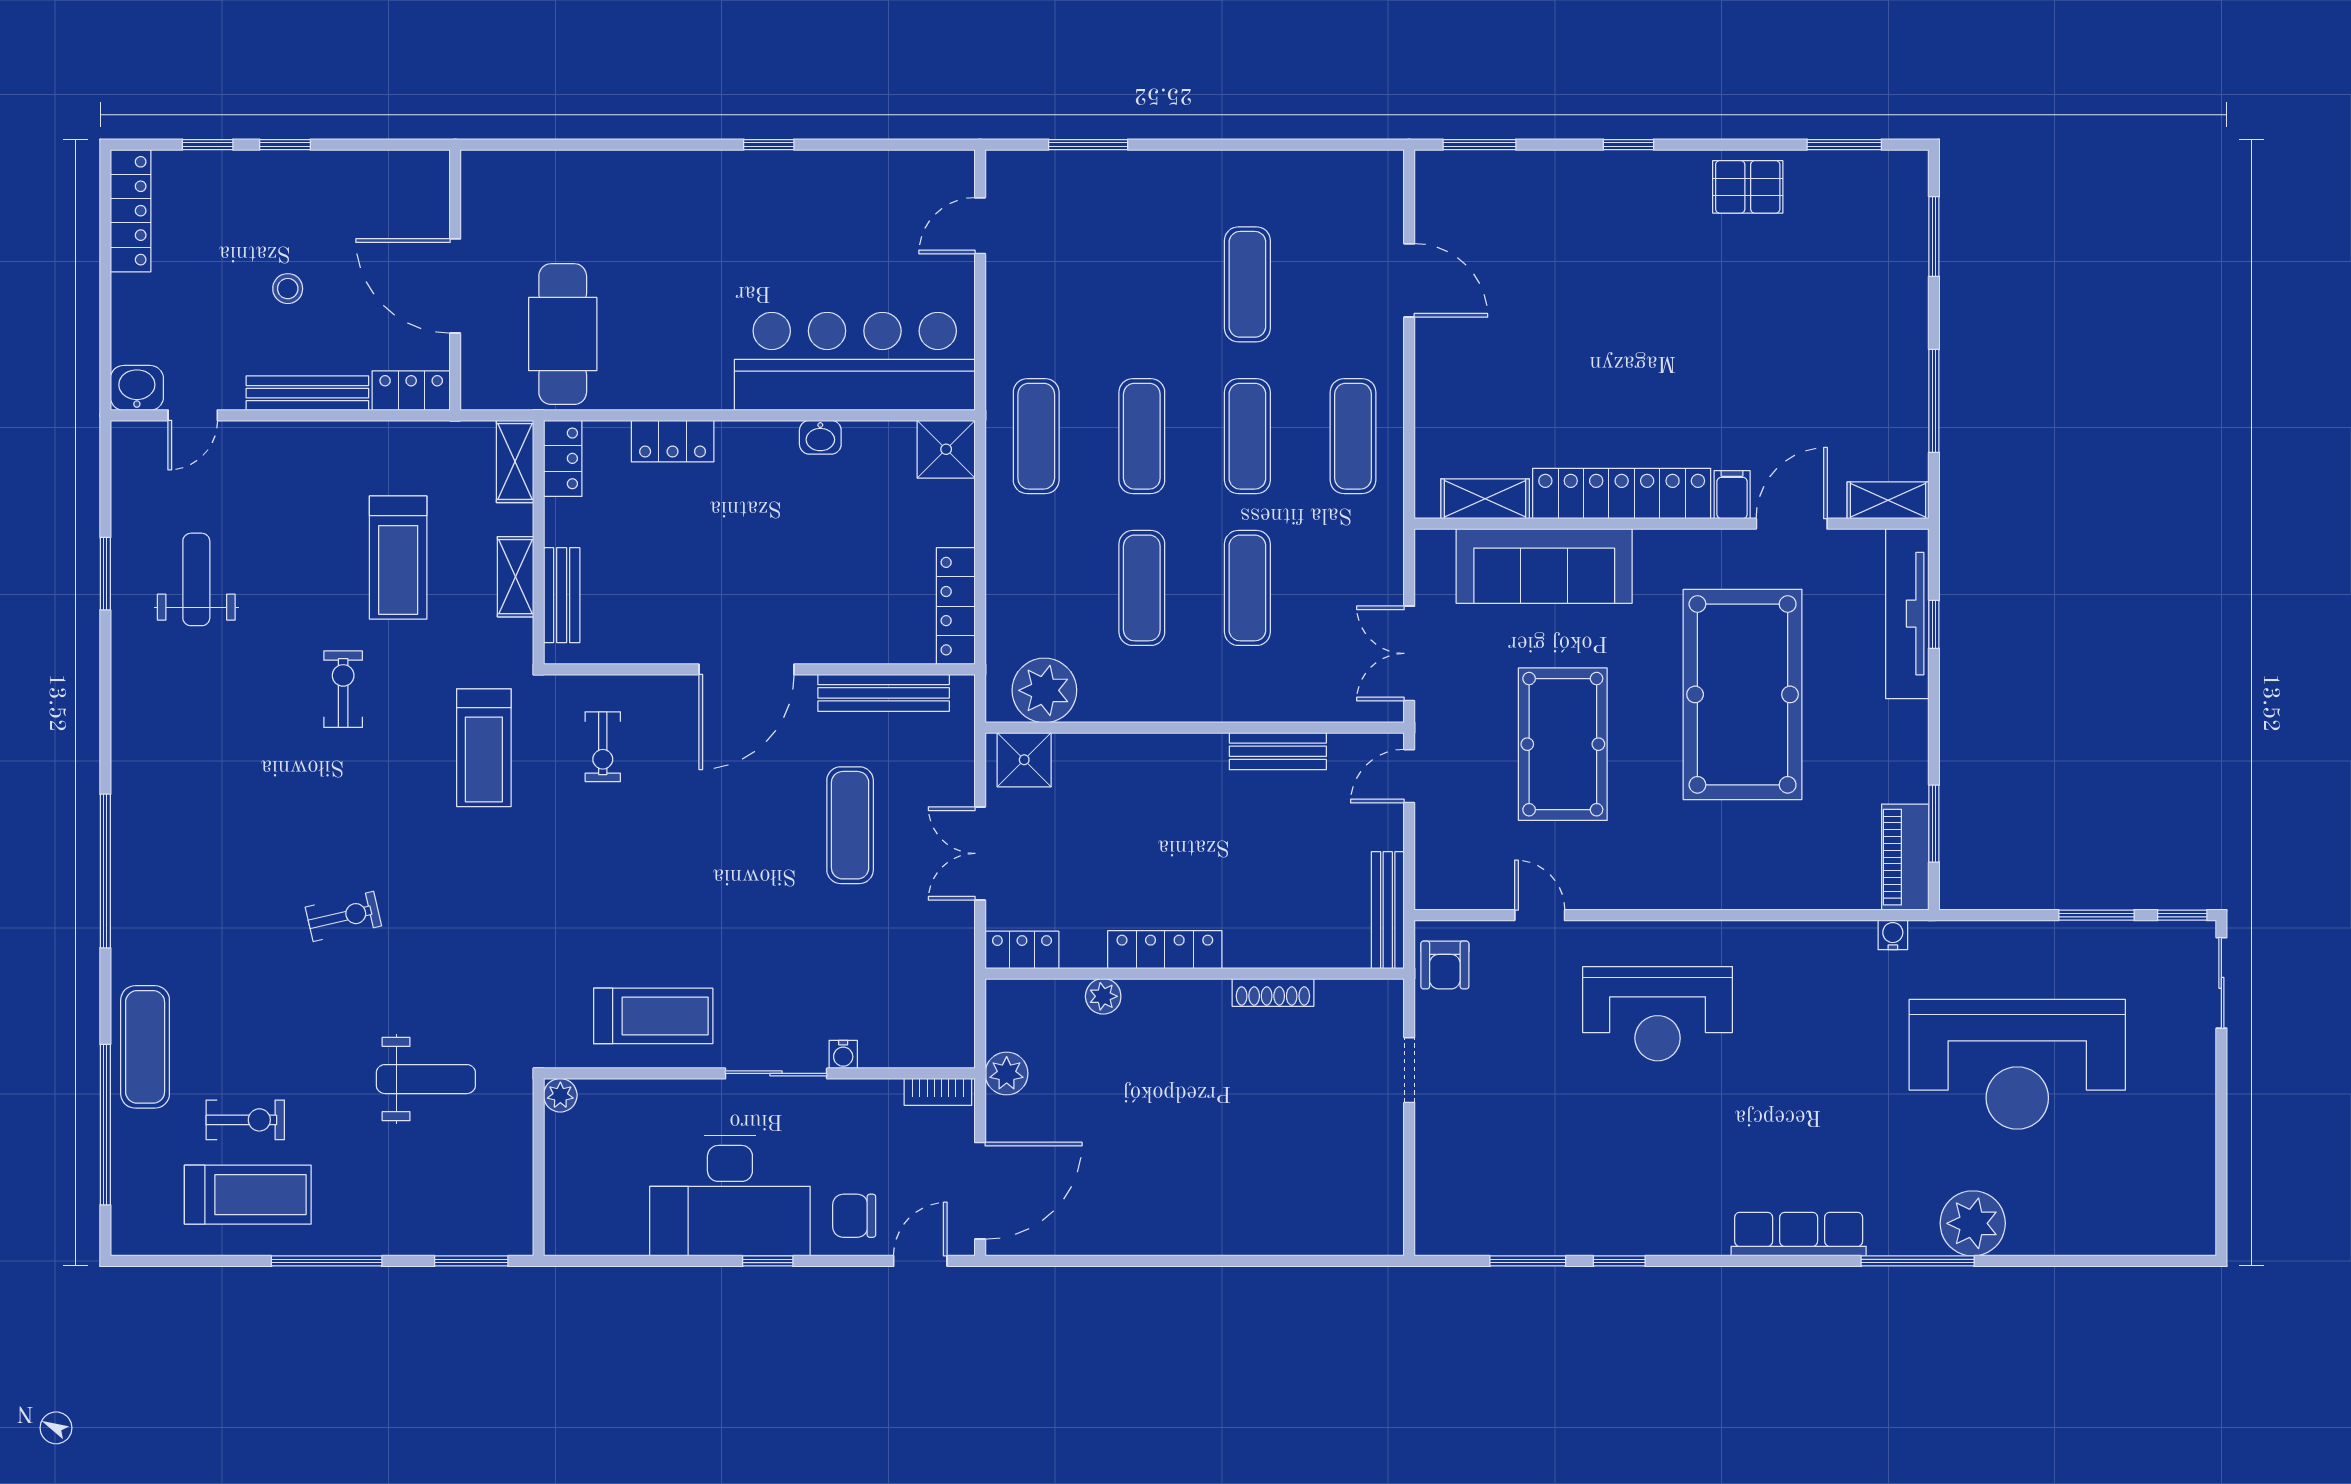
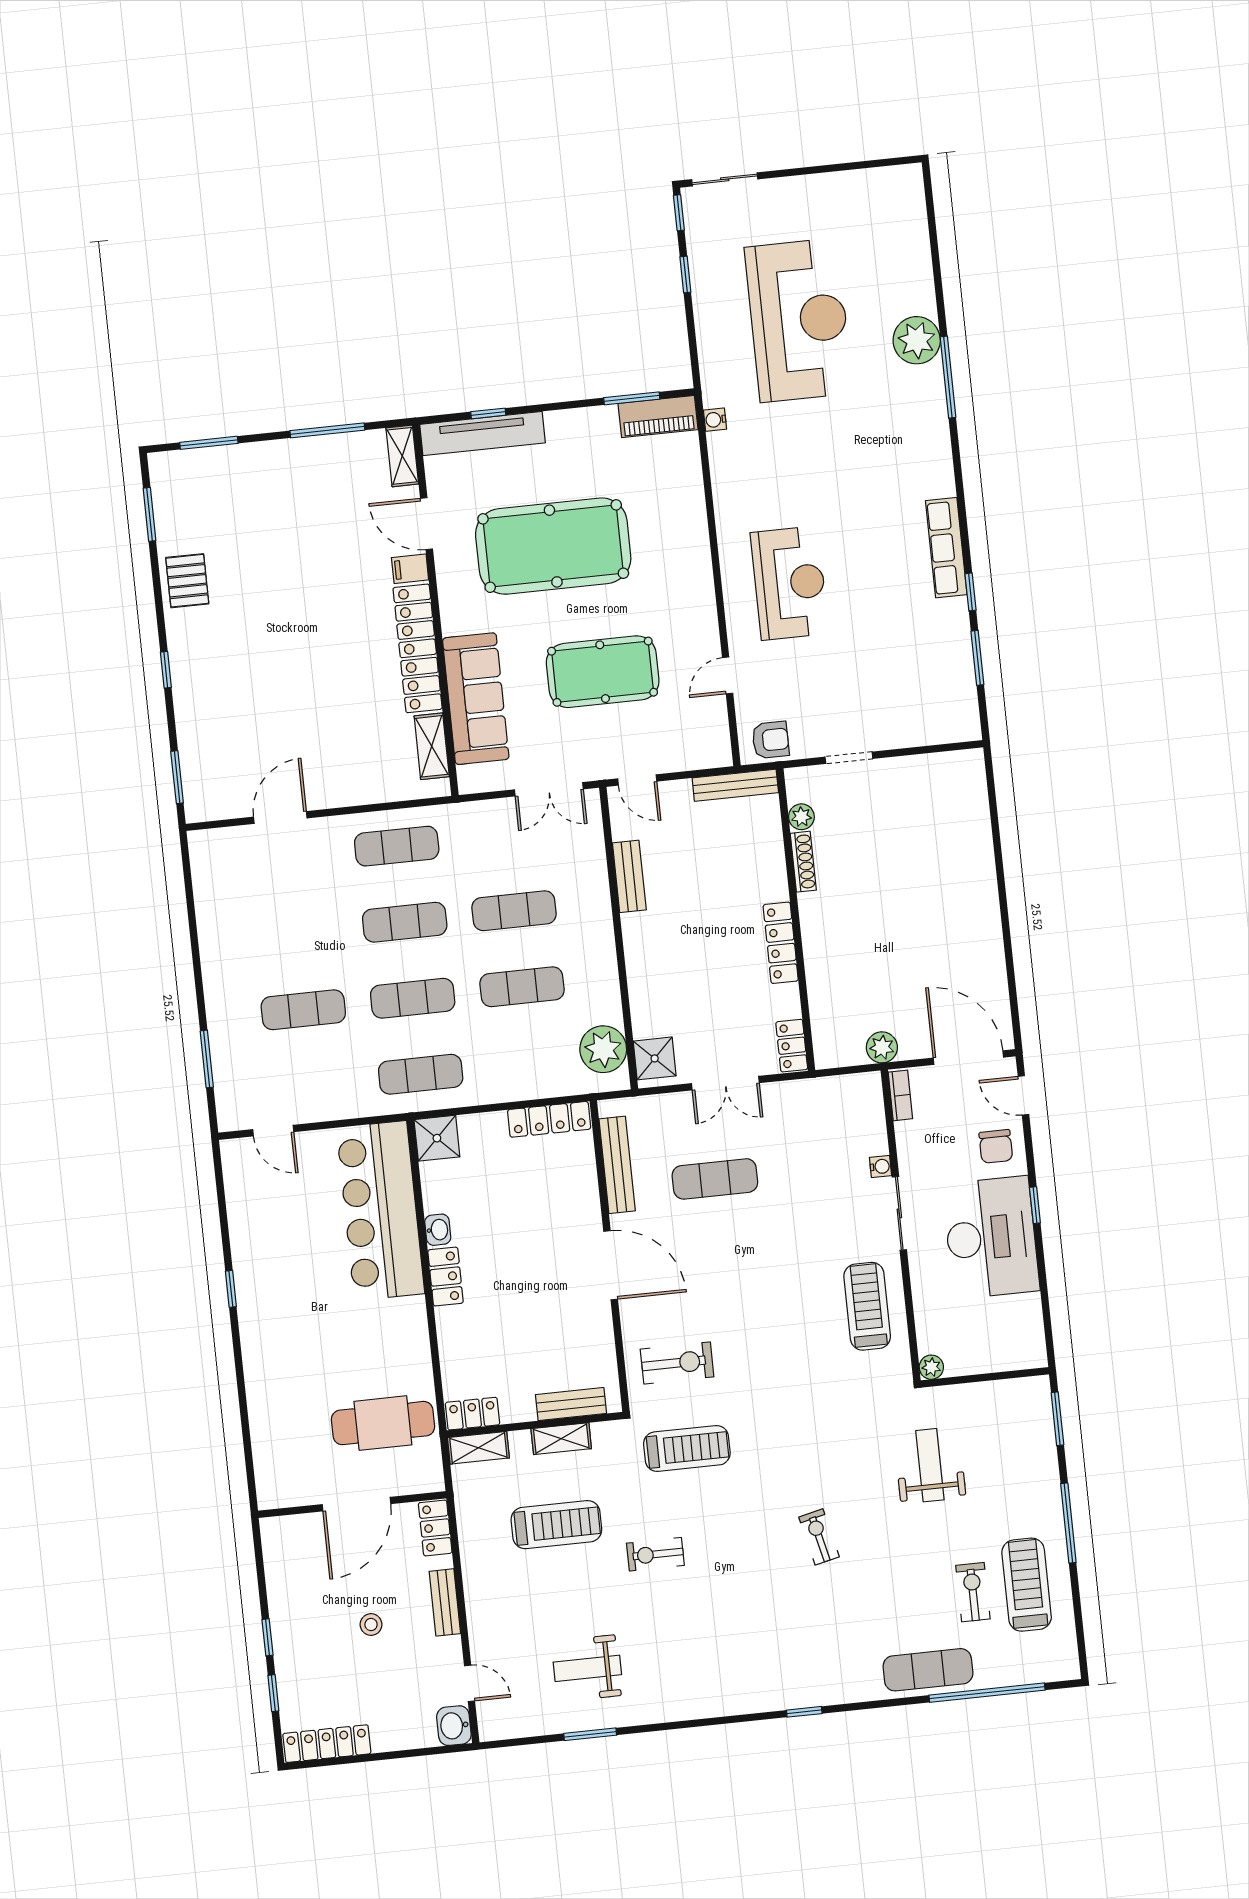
exercise mat: (1247, 284) -> (303, 1010), moved
bench: (307, 393) -> (445, 1602), width x0.73
locker: (673, 441) -> (446, 1277), moved
exercise bike: (603, 747) -> (677, 1363), width x1.38, depth x1.39
window: (105, 871) -> (804, 1712), width x0.32
window: (2096, 915) -> (685, 274), width x0.67
plant: (1103, 996) -> (801, 817), moved
row of seats: (1799, 1234) -> (946, 548), moved

